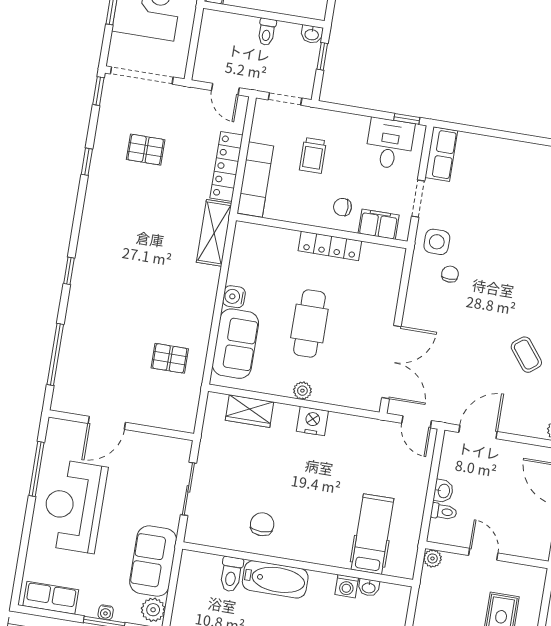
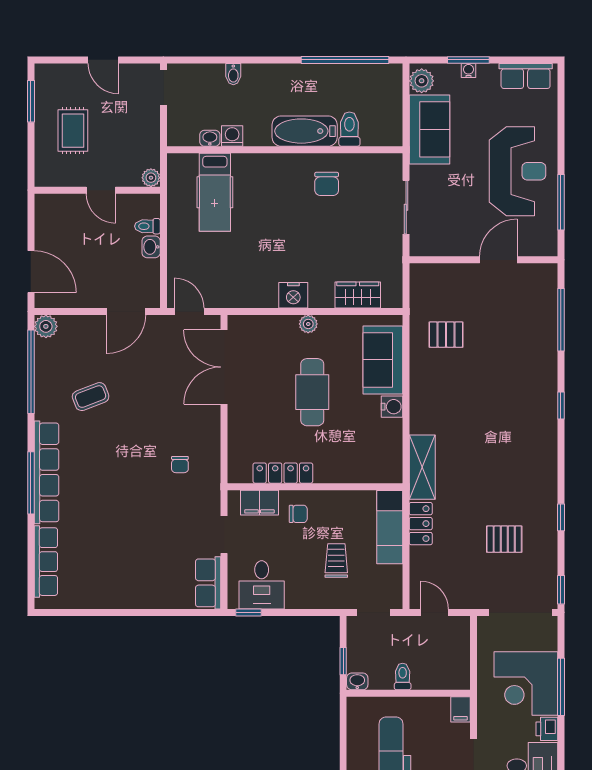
locker: (227, 166) -> (421, 524), width x0.66
side table: (437, 242) -> (198, 495), removed
locker: (330, 246) -> (283, 473), moved
coffee table: (526, 355) -> (91, 397), turned -73

